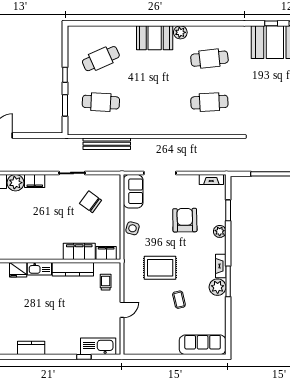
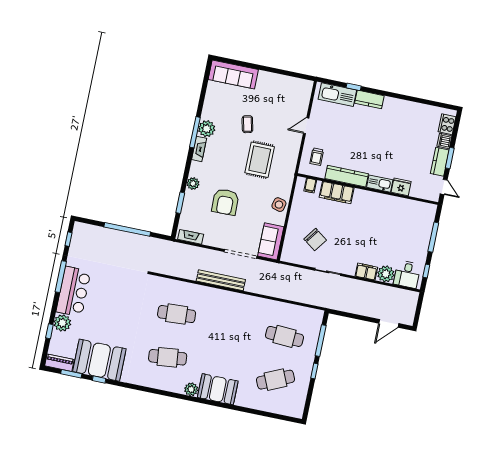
window: (65, 105) -> (321, 341), width x1.44
bench: (107, 144) -> (221, 280), moved
filing cabinet: (106, 253) -> (310, 185), width x0.50
rug: (160, 268) -> (260, 160), turned 90
kitchen counter: (31, 348) -> (369, 99), moved

